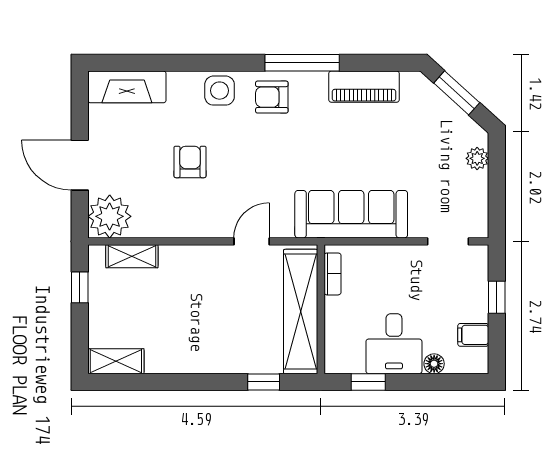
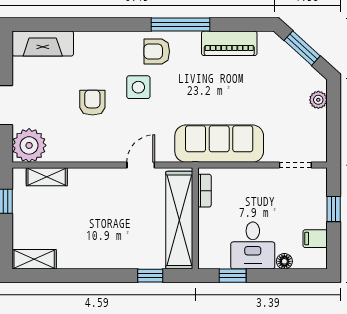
side table: (220, 91) -> (138, 87), moved

